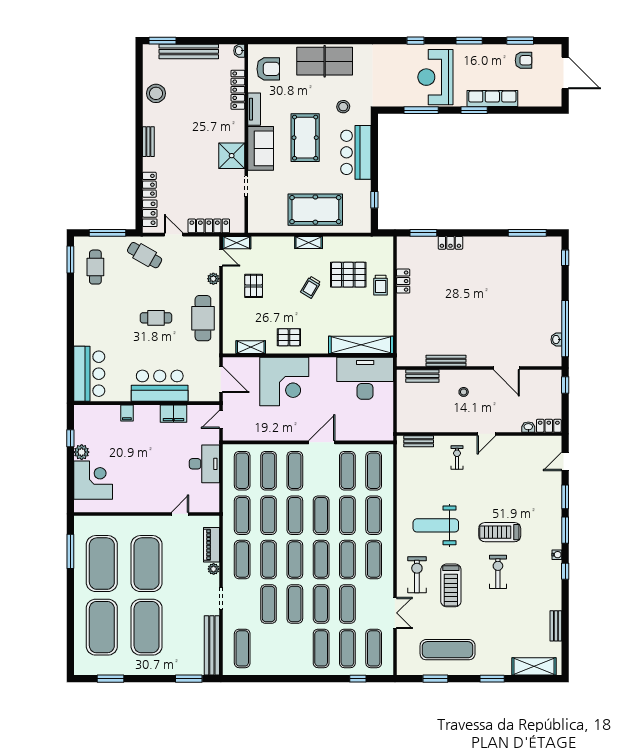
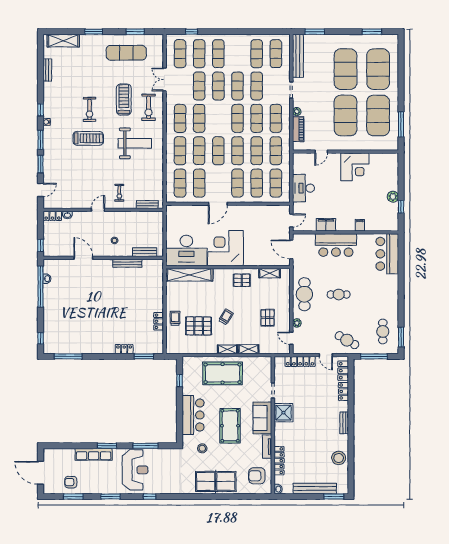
shelving: (237, 243) -> (248, 349), moved
corner desk: (284, 381) -> (226, 248), moved
corner desk: (93, 480) -> (355, 167), moved, turned -90
exercise mat: (321, 560) -> (257, 54), moved

